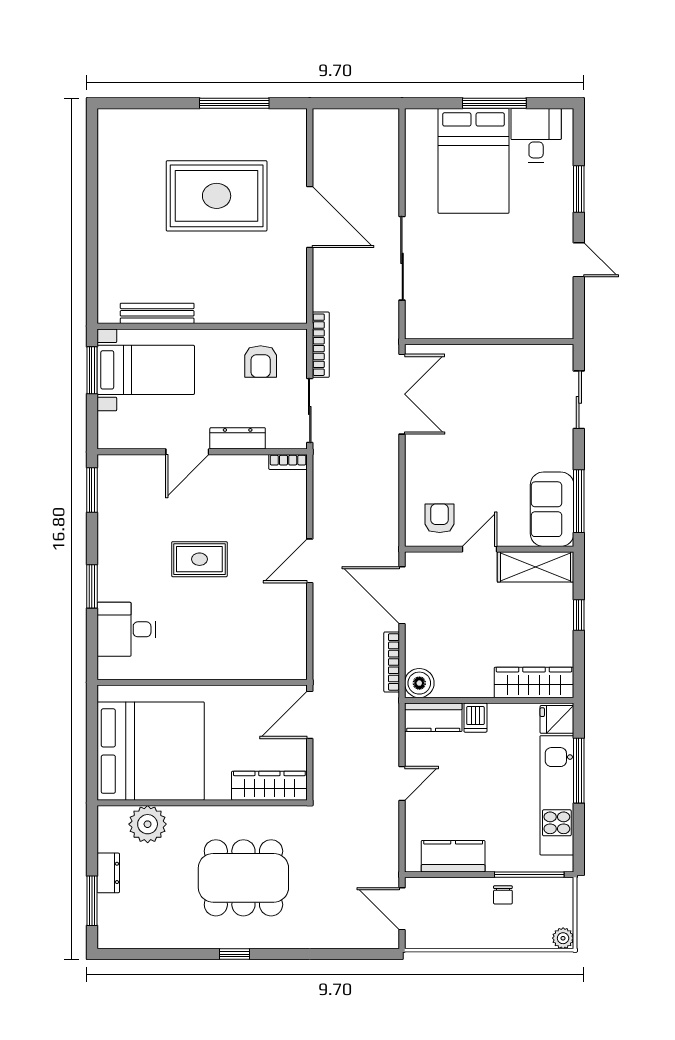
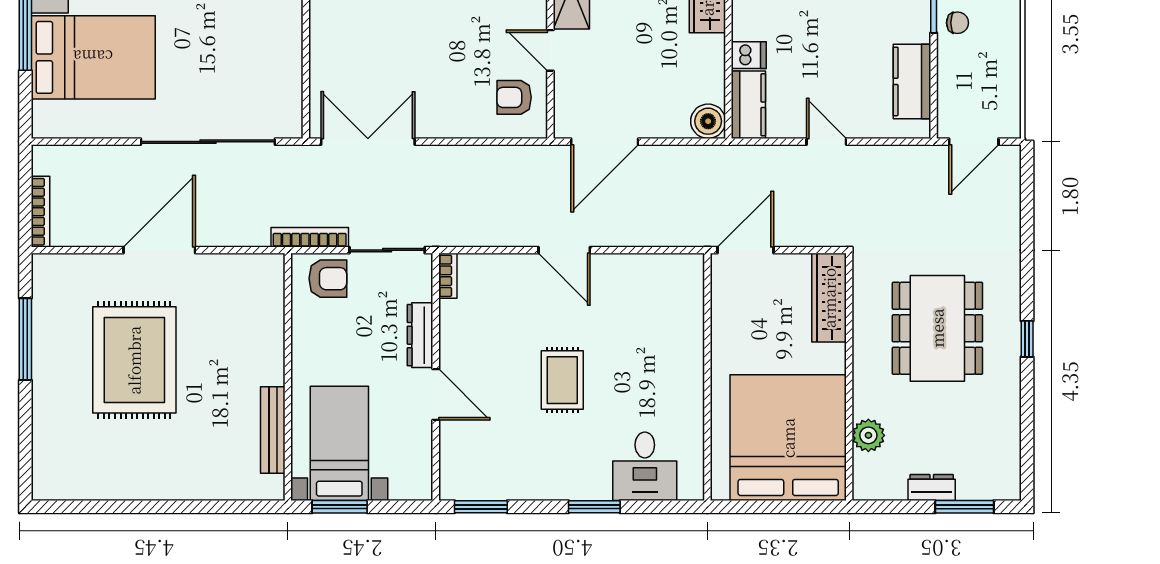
sliding door: (402, 258) -> (208, 142), width x1.36
armchair: (261, 362) -> (328, 279), moved
bookcase: (392, 662) -> (40, 212), moved, turned -90
door: (310, 715) -> (746, 250), swing flipped
plant: (148, 824) -> (868, 435), width x0.73, depth x0.73

